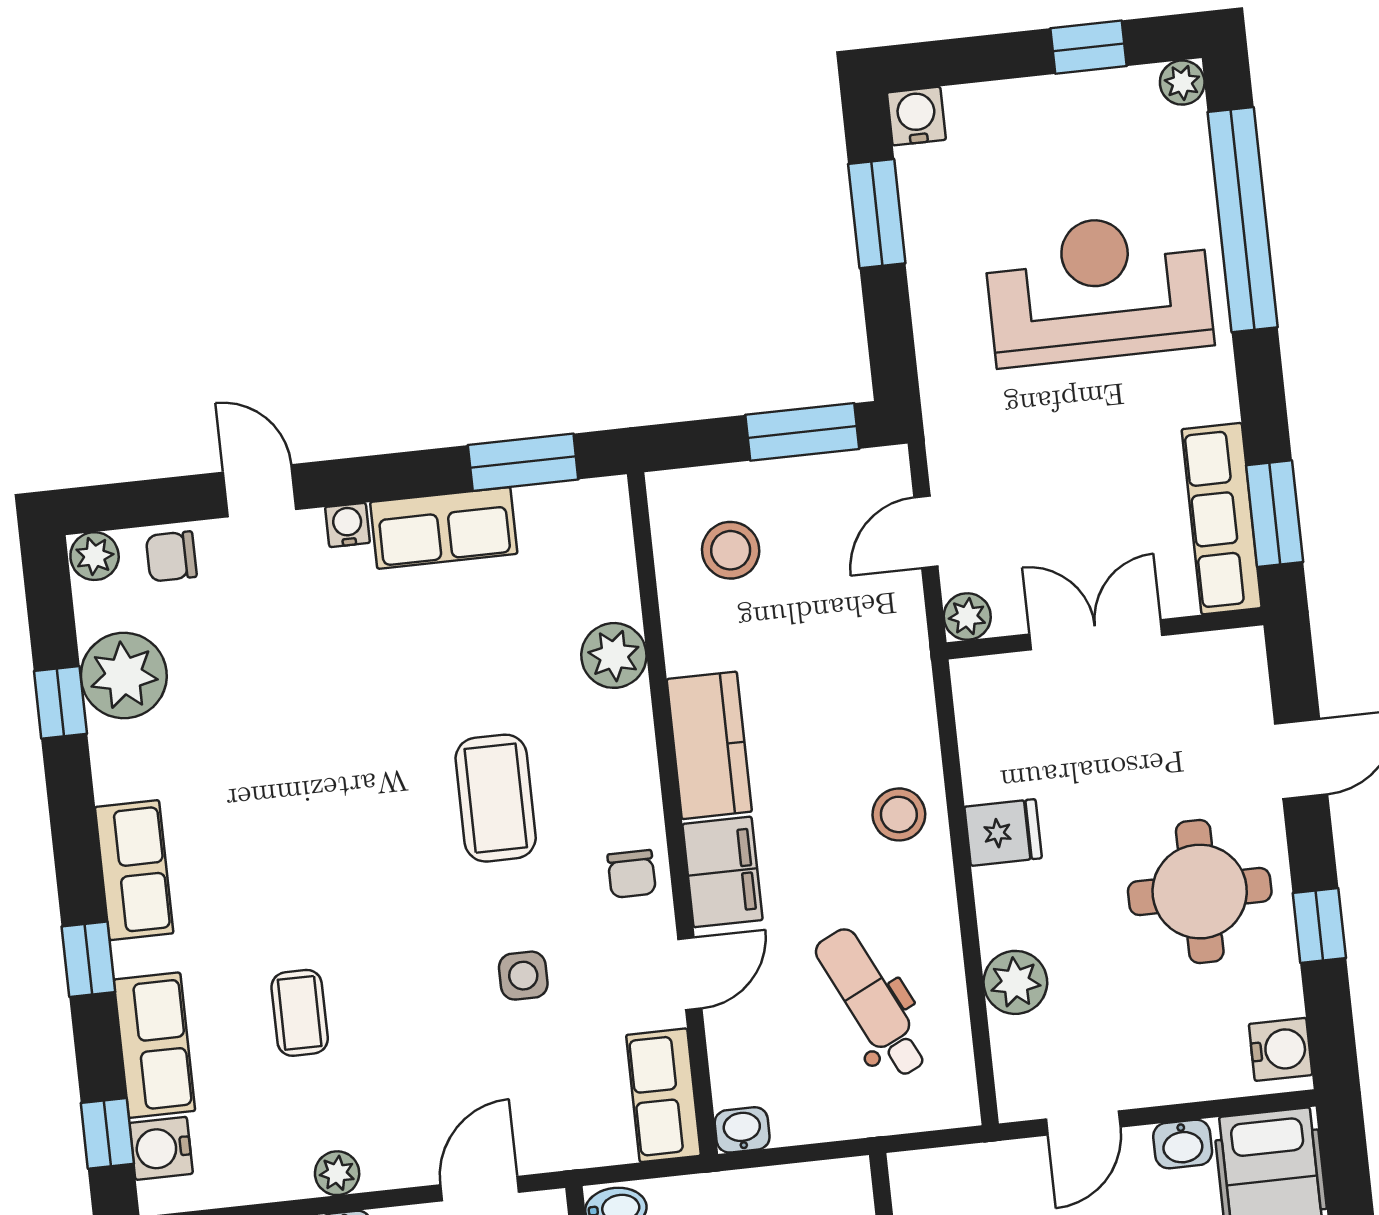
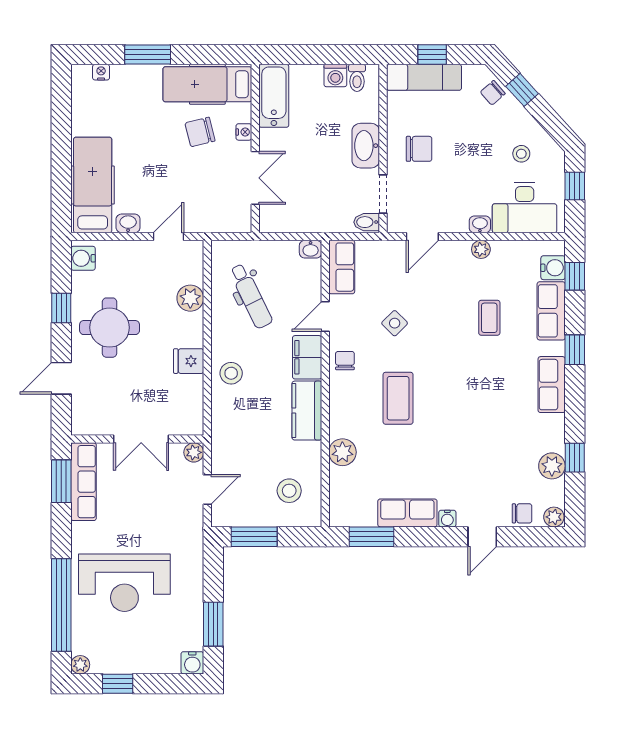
door: (260, 491) -> (482, 537), hinge flipped
plant: (124, 676) -> (552, 466), width x0.73, depth x0.73
side table: (523, 976) -> (395, 323), turned 45

